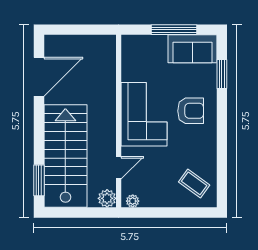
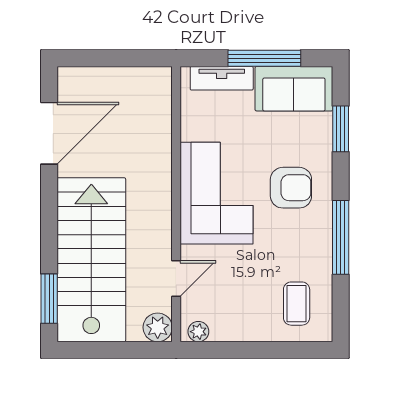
tv unit: (147, 42) -> (222, 78), added
window: (222, 142) -> (341, 237), added
coffee table: (194, 183) -> (297, 304), turned 54

